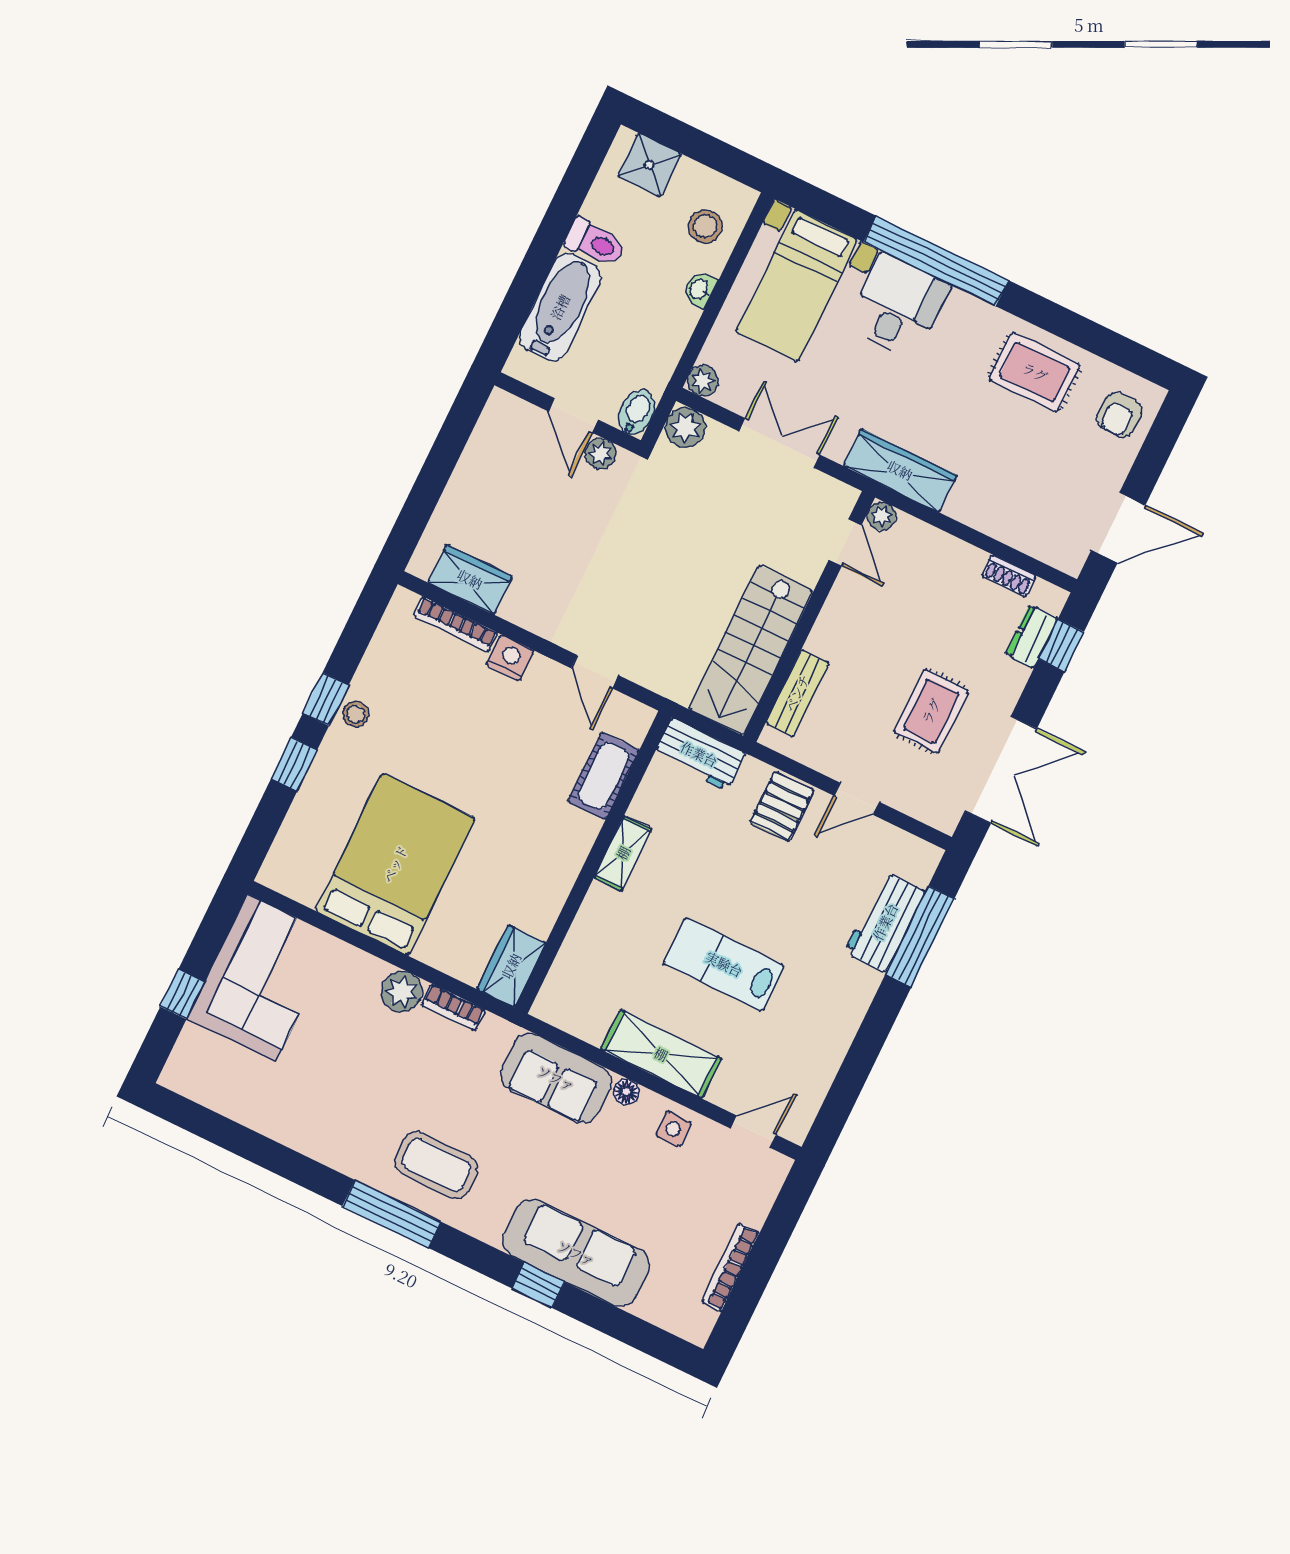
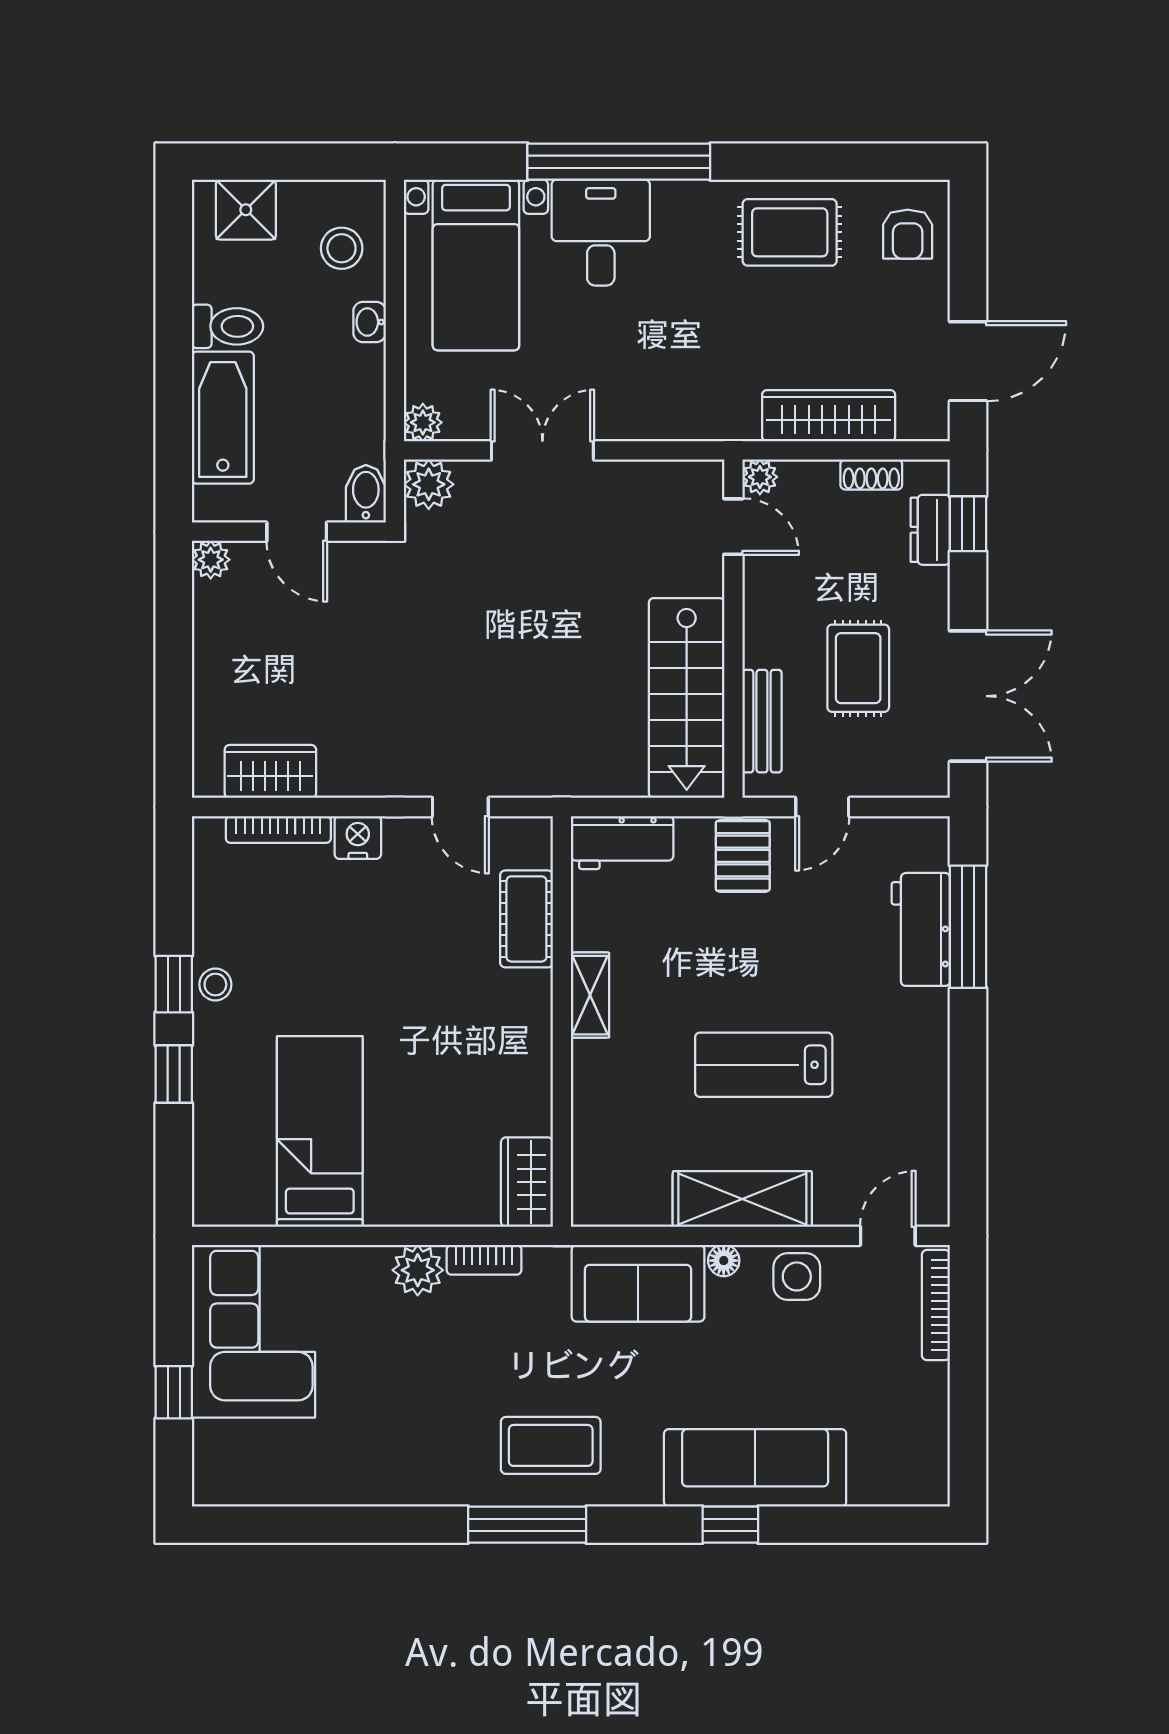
plant: (600, 454) -> (211, 560), moved
wardrobe: (900, 470) -> (829, 416), moved
plant: (882, 516) -> (760, 477), moved
door: (845, 543) -> (733, 527), moved
wall: (809, 617) -> (733, 629), moved
stairs: (751, 650) -> (687, 698), moved
bench: (797, 693) -> (762, 721), moved
bed: (395, 864) -> (320, 1131), width x0.67
side table: (673, 1129) -> (797, 1276), width x1.37, depth x1.37
bookcase: (730, 1267) -> (936, 1305), moved

